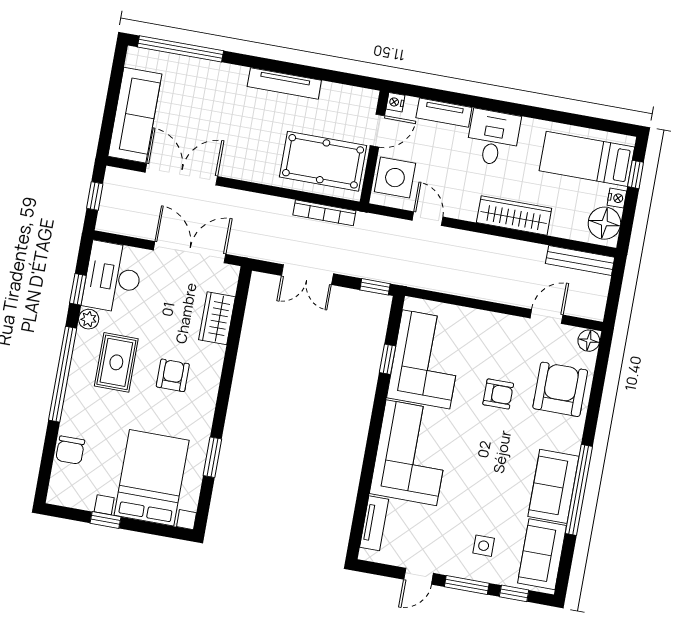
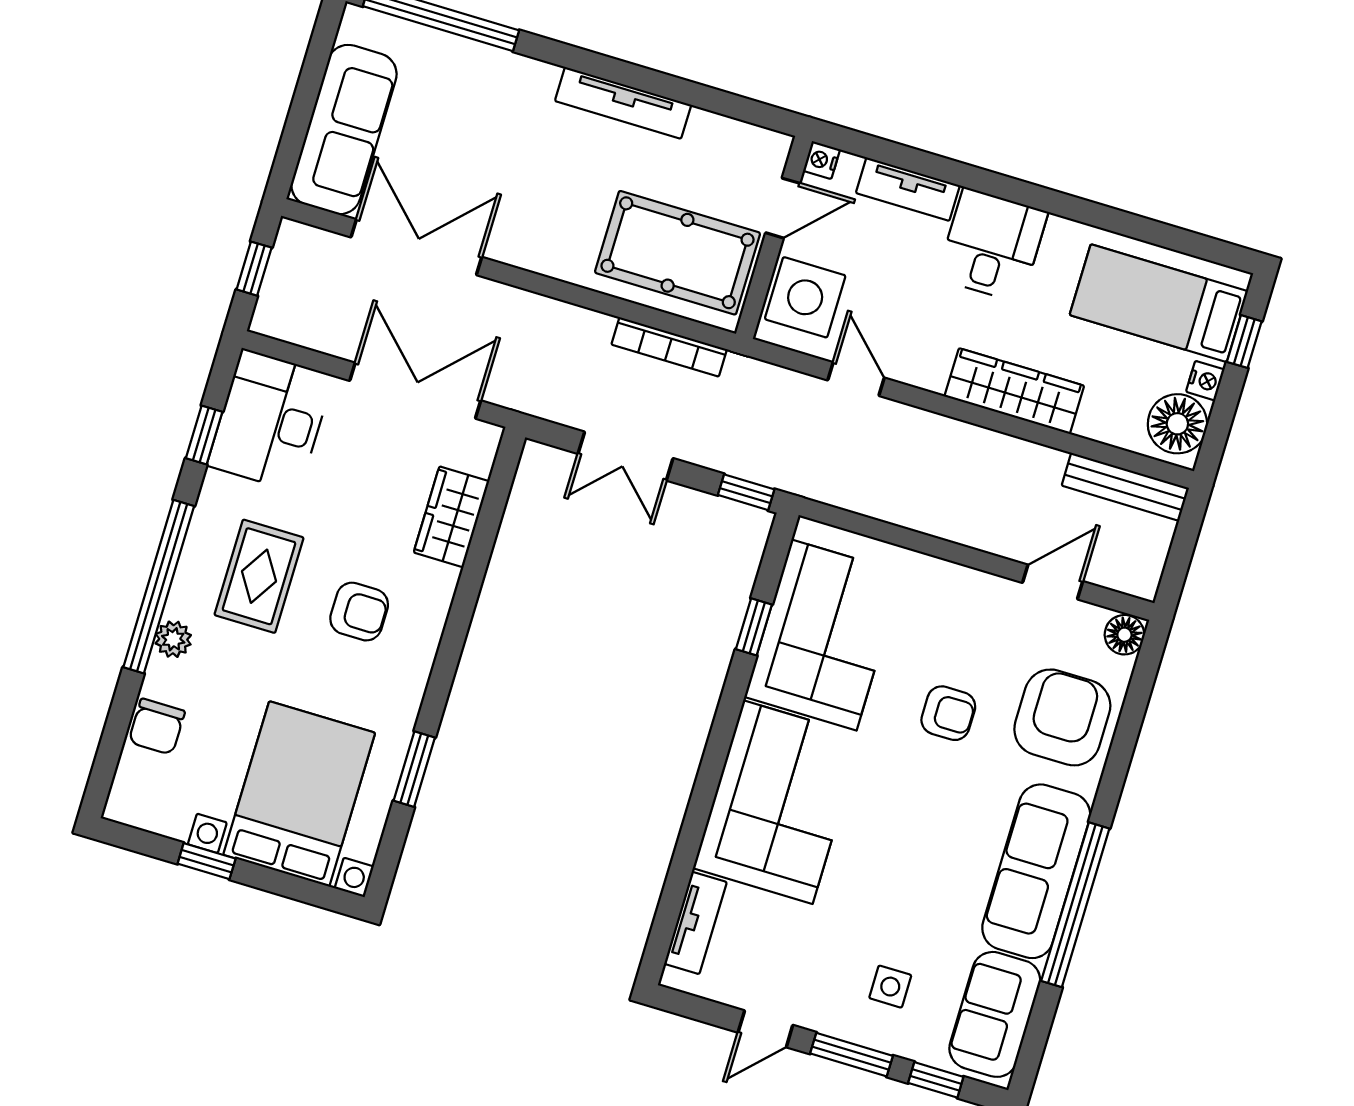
plant: (89, 319) -> (173, 639), moved
armchair: (173, 375) -> (359, 612), turned 90
sofa: (553, 486) -> (1036, 871), width x1.36

